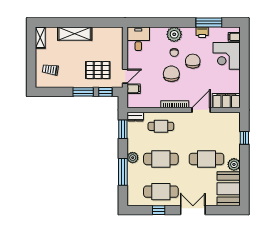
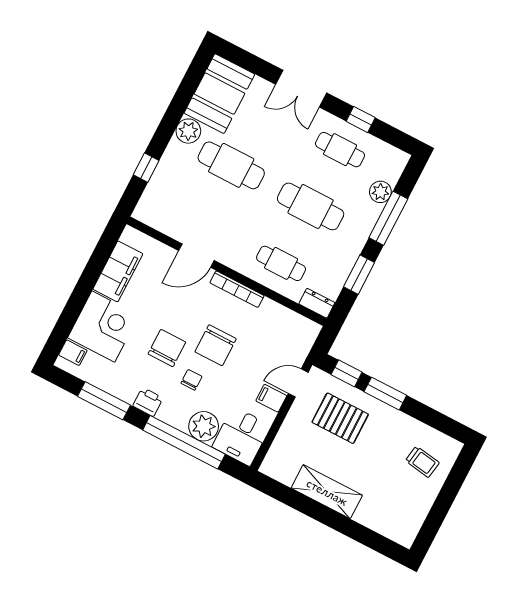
window: (163, 22) -> (184, 442), added
printer: (202, 32) -> (148, 402), moved
shelving: (75, 34) -> (327, 492), moved
plant: (174, 34) -> (204, 426), moved
shelving: (40, 38) -> (411, 527), removed
chair: (193, 61) -> (167, 348), turned 180
filing cabinet: (134, 89) -> (271, 398), moved
filing cabinet: (226, 101) -> (118, 271), moved, turned -90
window: (123, 129) -> (359, 275), moved
plant: (133, 158) -> (380, 192), moved
cafe table: (161, 192) -> (340, 150), width x0.73, depth x0.74

